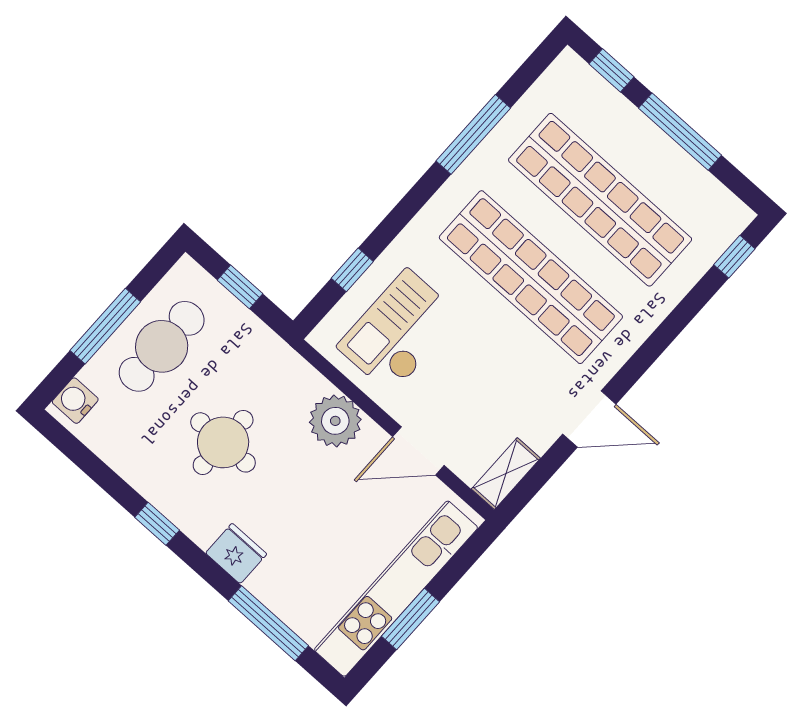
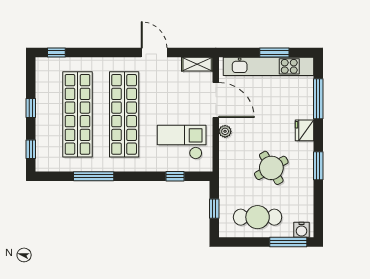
window: (680, 132) -> (31, 108), width x0.46
window: (105, 326) -> (288, 242), moved
checkout: (399, 332) -> (182, 142), turned 180
plant: (335, 421) -> (225, 131), width x0.53, depth x0.53
round table: (223, 442) -> (271, 168), turned -30
door: (418, 451) -> (216, 100), width x1.36
window: (157, 524) -> (318, 166), width x1.50

